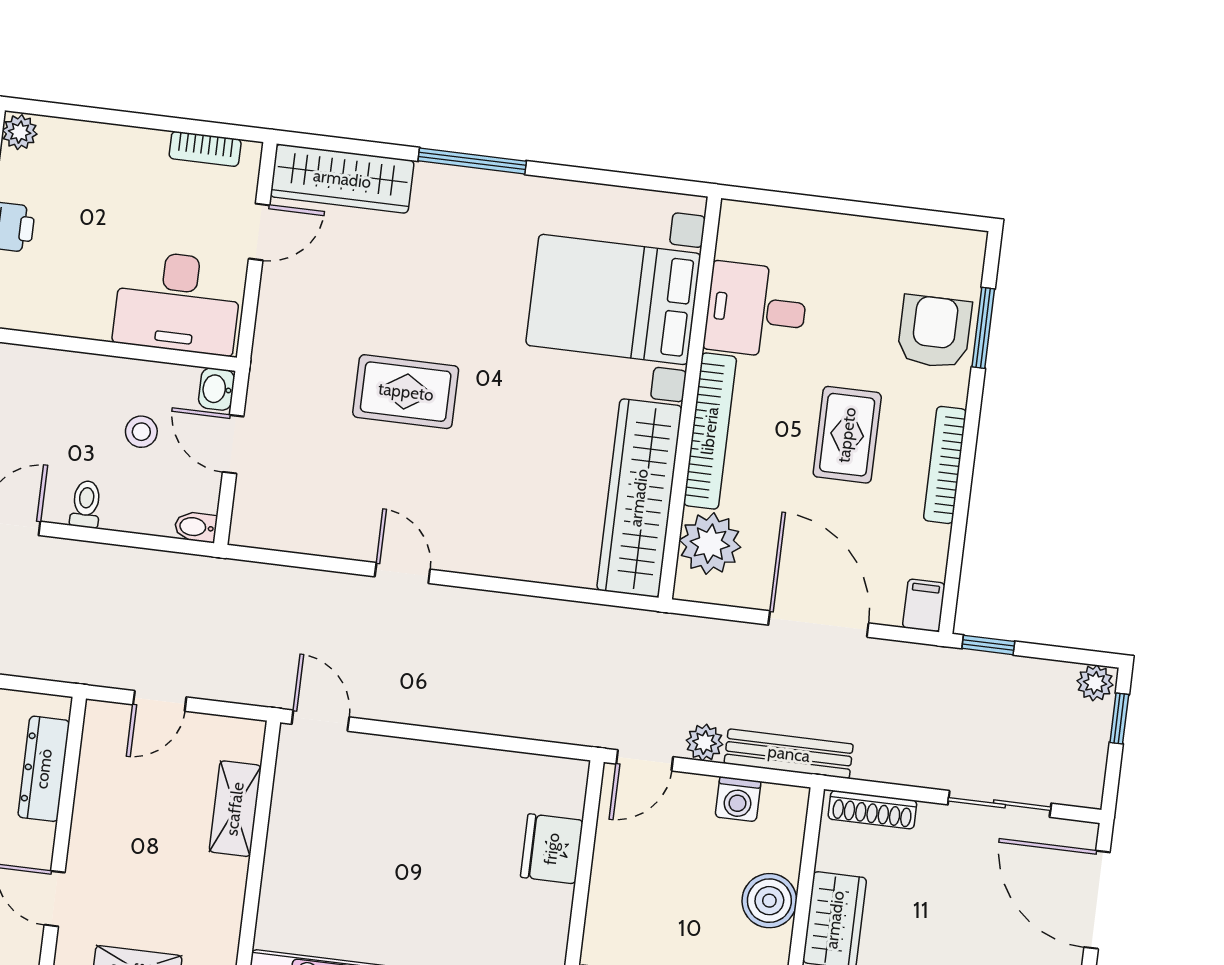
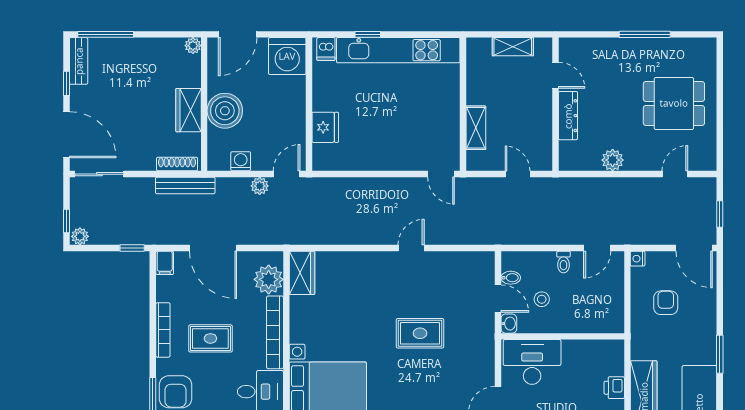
rug: (847, 435) -> (210, 338), turned 90
wardrobe: (639, 498) -> (302, 273), width x0.48, depth x0.85
bidet: (196, 527) -> (511, 278), moved
door: (402, 573) -> (411, 248), swing flipped
door: (160, 701) -> (518, 174), hinge flipped
bench: (789, 754) -> (185, 185), moved
dresser: (44, 769) -> (568, 116), moved
sliding door: (999, 804) -> (99, 174), moved
boiler: (769, 901) -> (225, 111), width x1.37, depth x1.37

